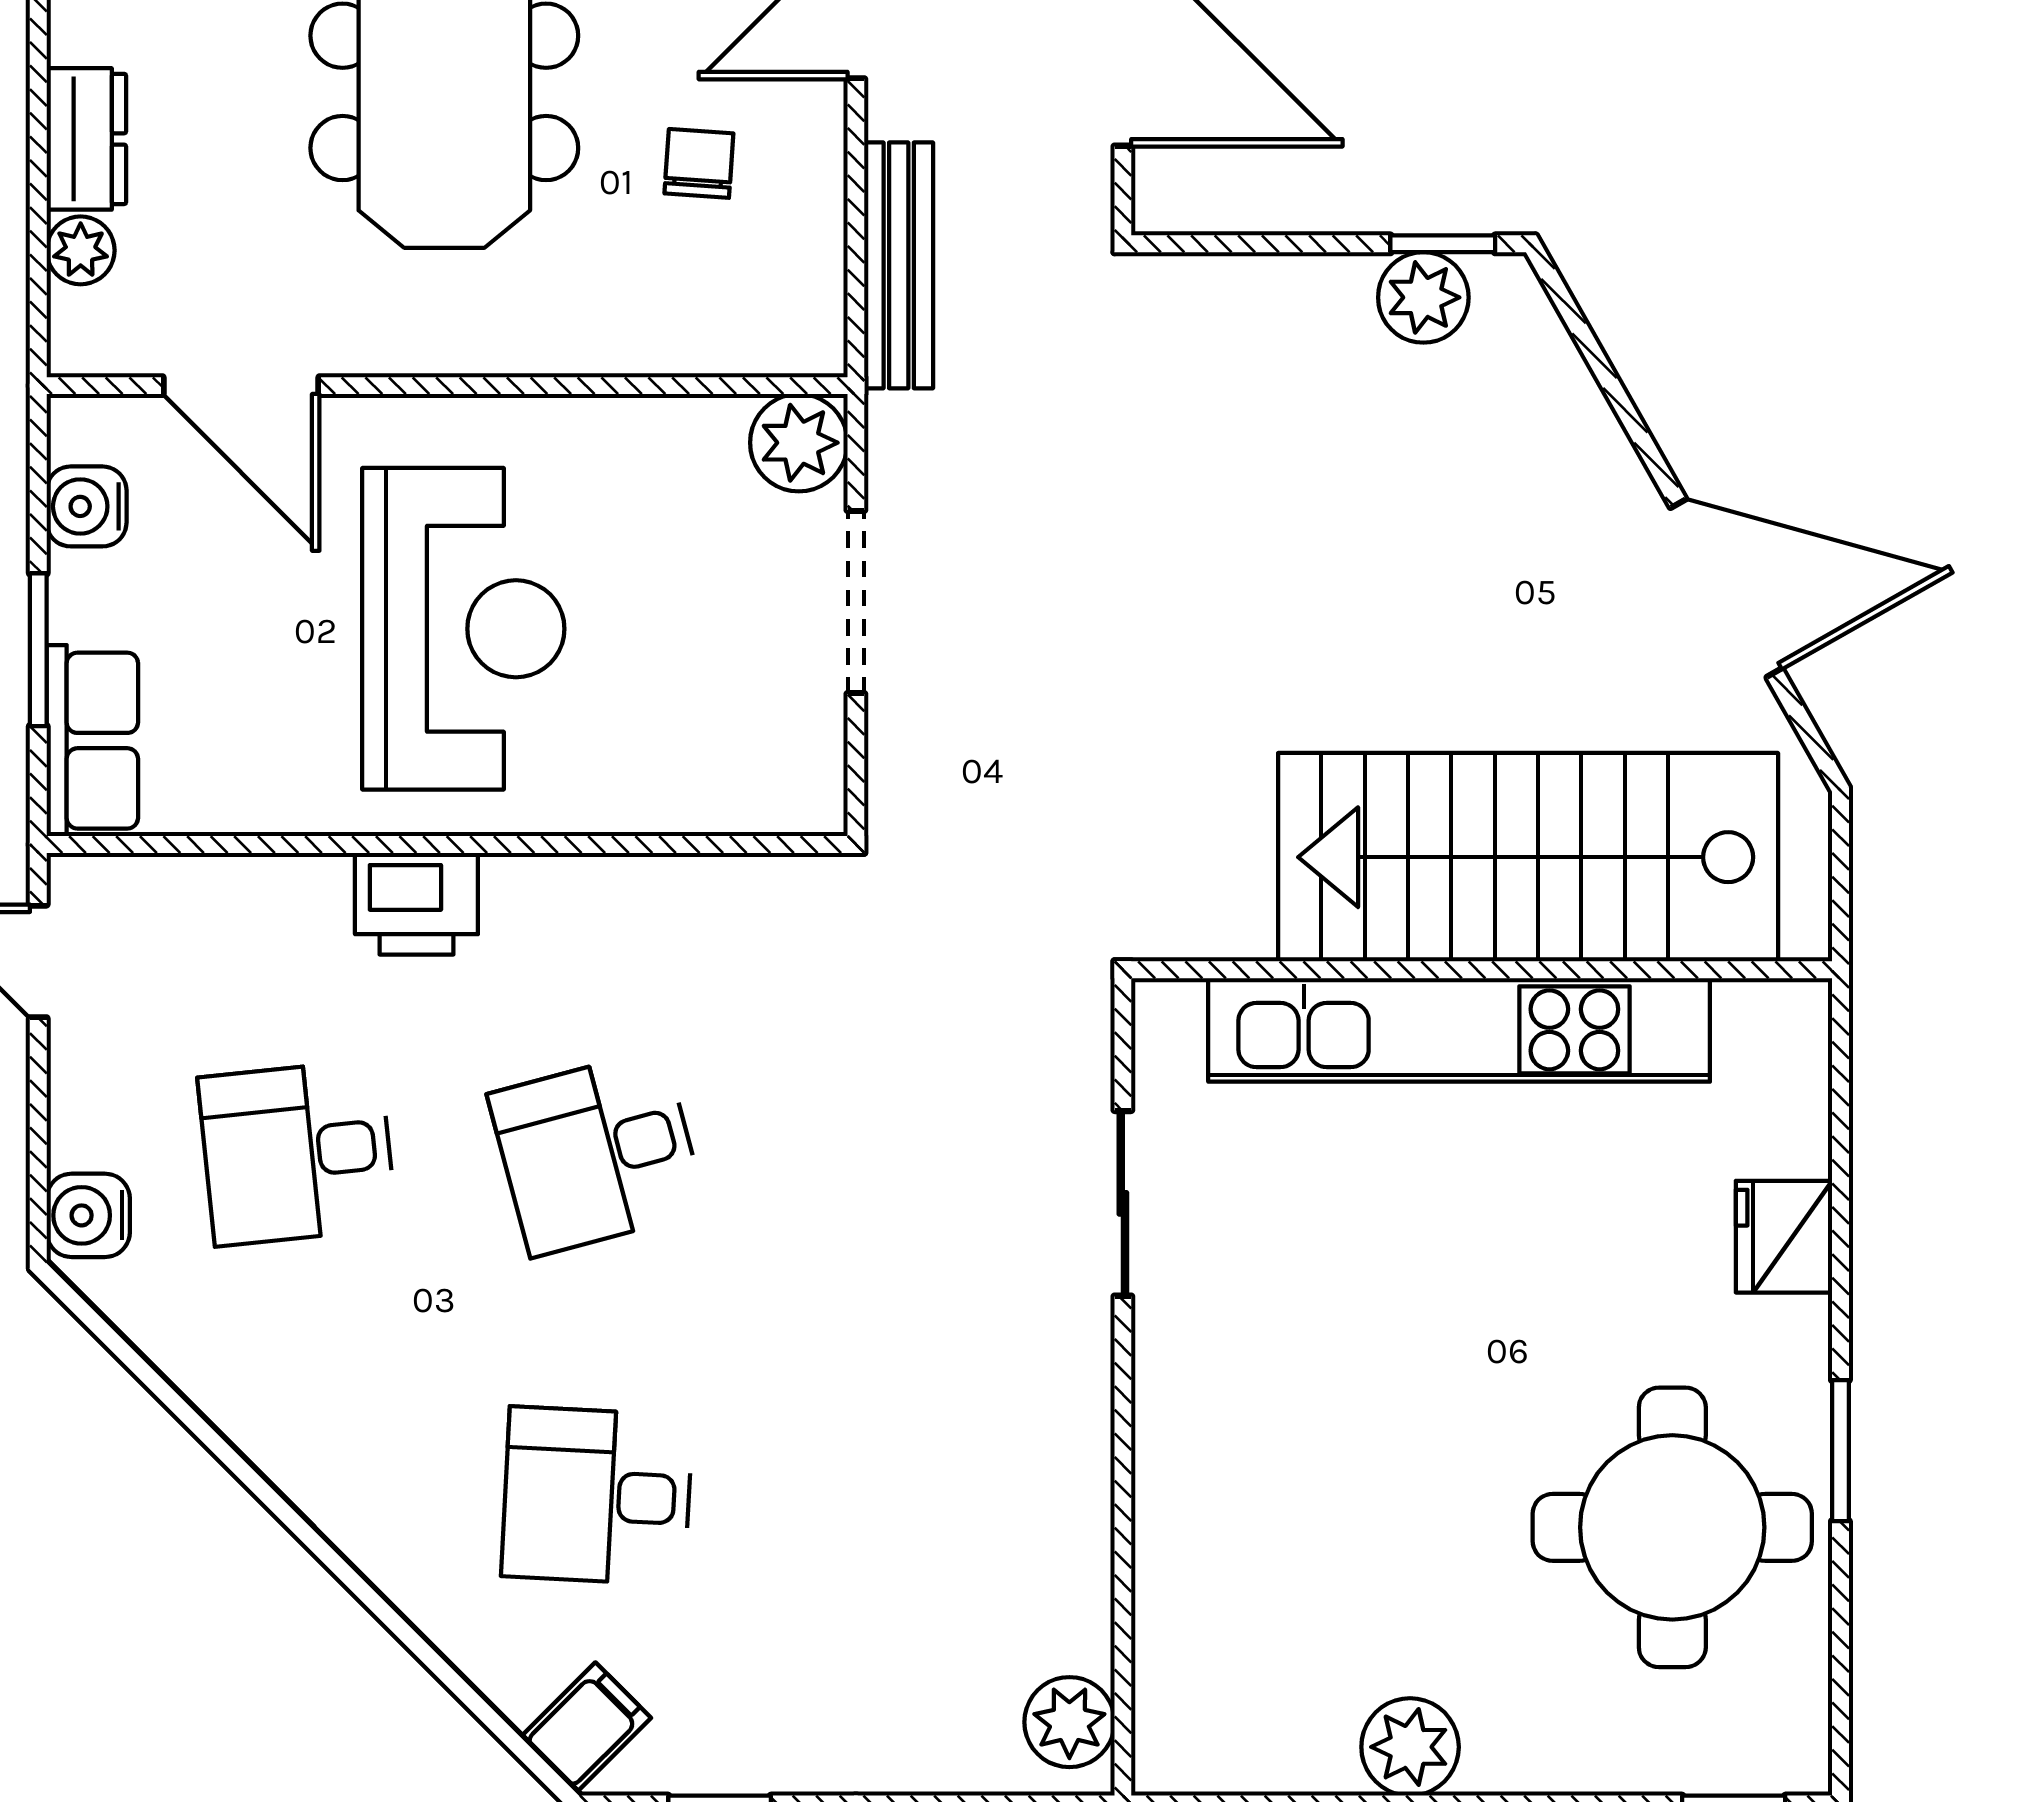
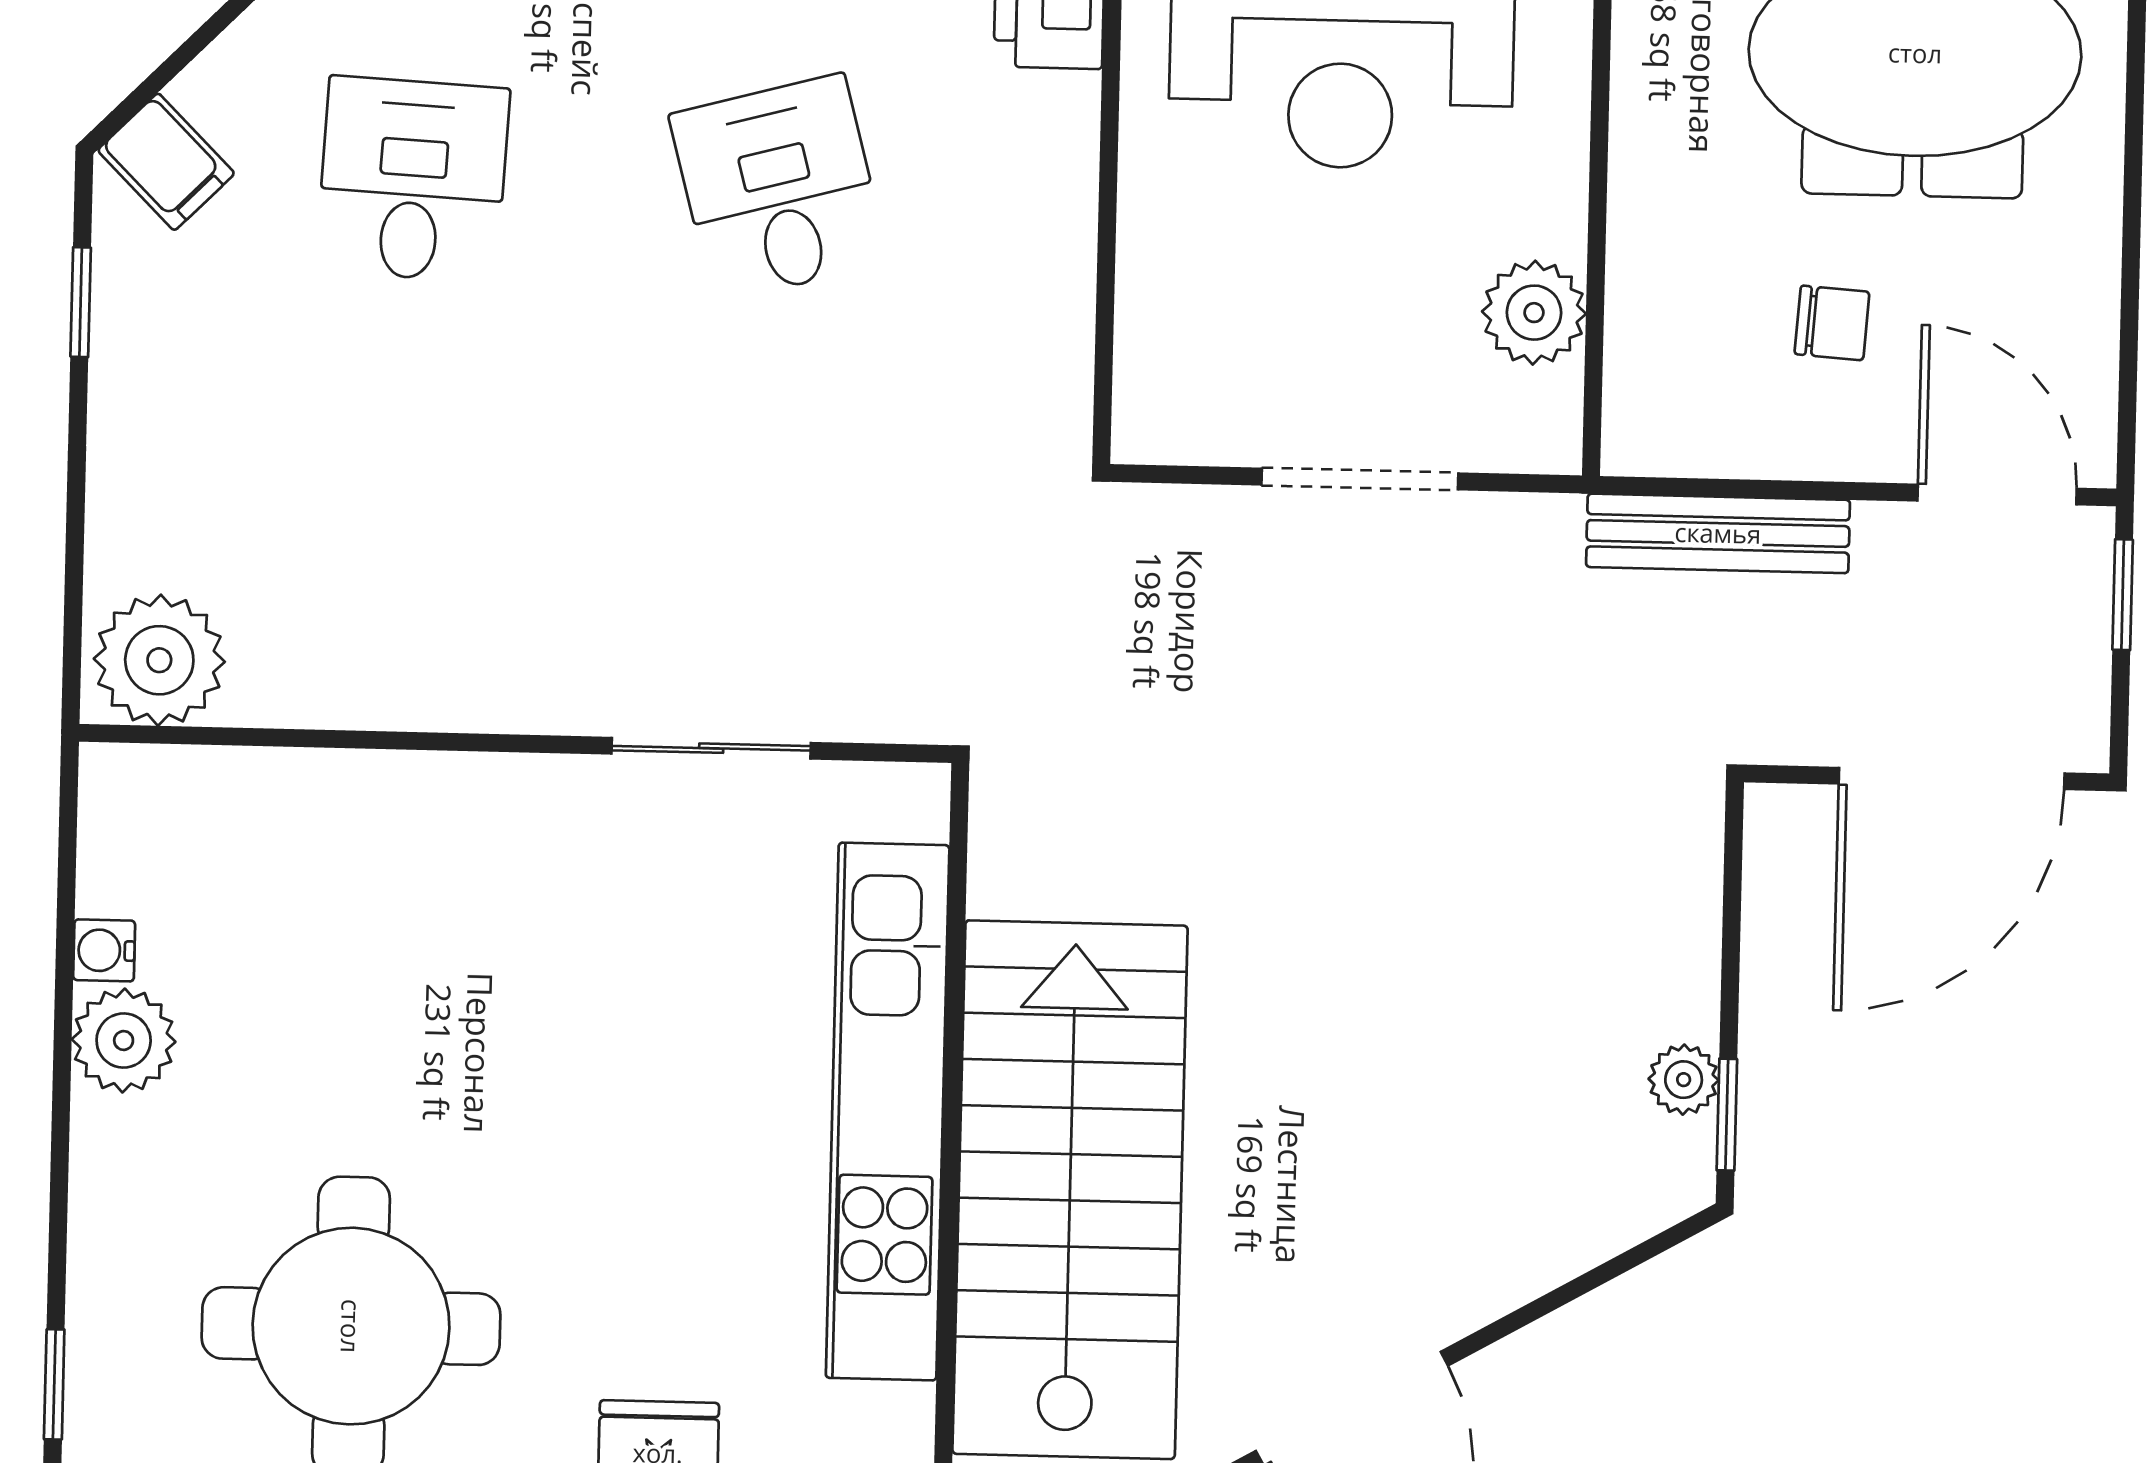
plant: (1423, 297) -> (1684, 1080), width x0.73, depth x0.73
plant: (799, 443) -> (1534, 313), moved
plant: (1069, 1722) -> (159, 660), width x1.36, depth x1.36
water cooler: (1326, 1767) -> (104, 950), added

